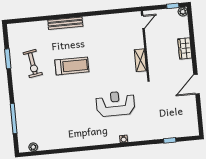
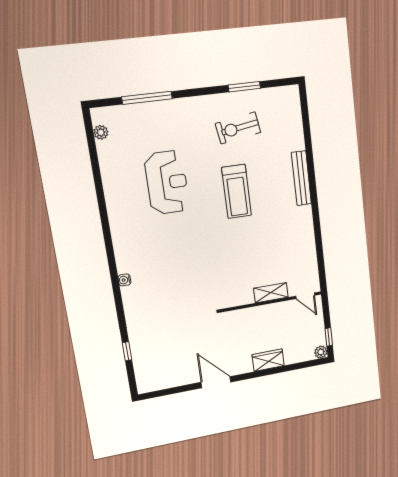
shelving: (140, 60) -> (271, 293), moved
reception desk: (115, 104) -> (167, 182), moved

